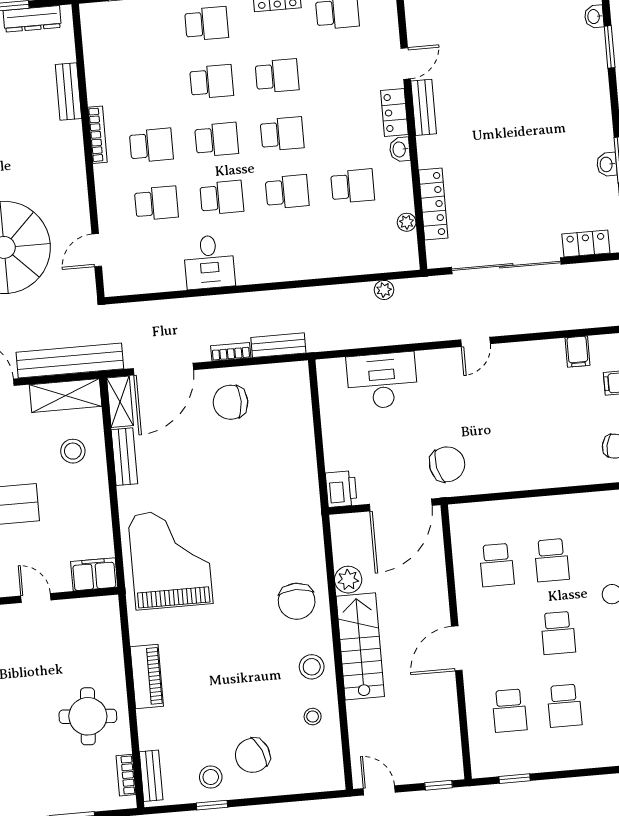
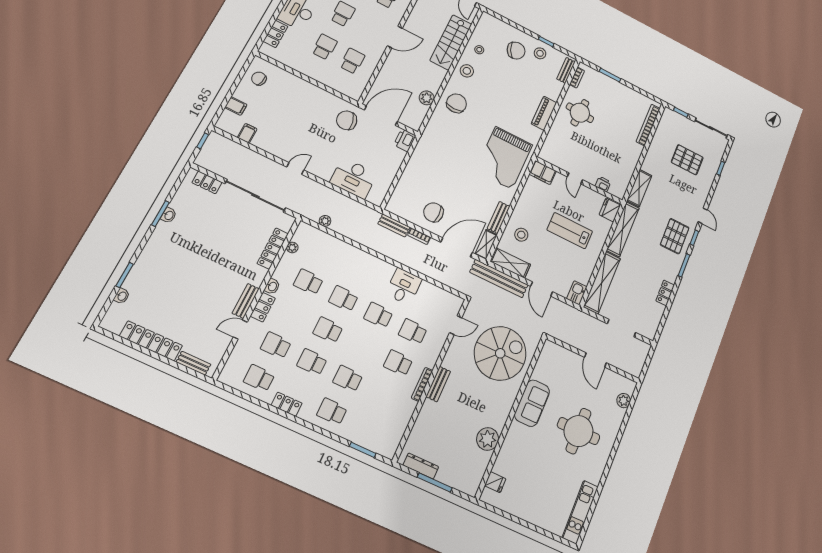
bench: (68, 91) -> (438, 384), moved
school desk: (217, 140) -> (276, 345), moved
chair: (231, 402) -> (433, 212), turned 180
stairs: (360, 646) -> (451, 42), moved

